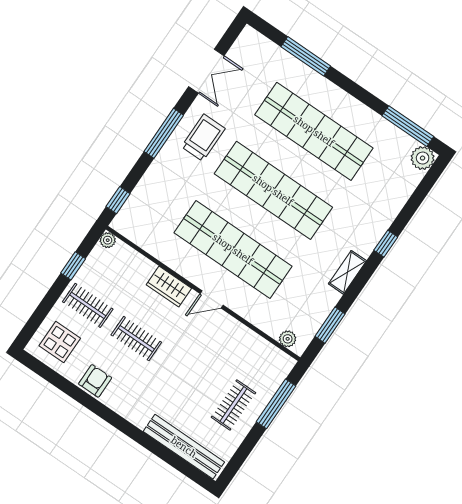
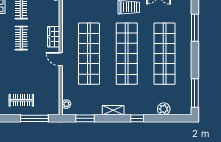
plant: (423, 158) -> (164, 109), moved

